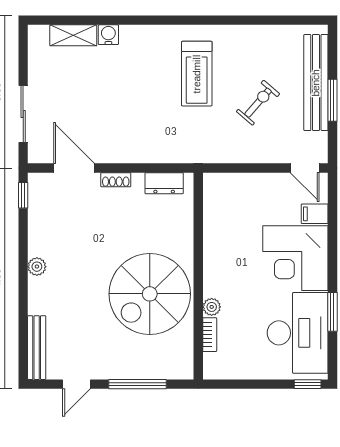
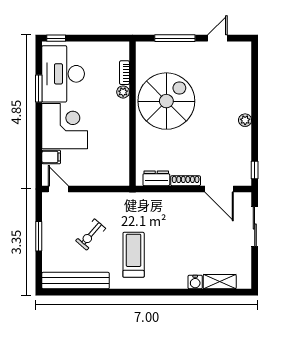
bench: (316, 83) -> (76, 281), moved, turned 90
shoe rack: (116, 180) -> (186, 181), width x1.43
bench: (37, 348) -> (245, 64), removed

